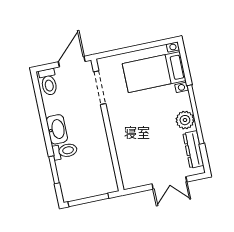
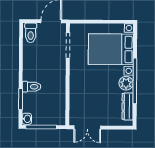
bed with nightstands: (154, 72) -> (111, 49), width x1.36
washbasin: (57, 129) -> (27, 119), moved, width x0.52, depth x0.69
double door: (169, 183) -> (87, 127), moved

